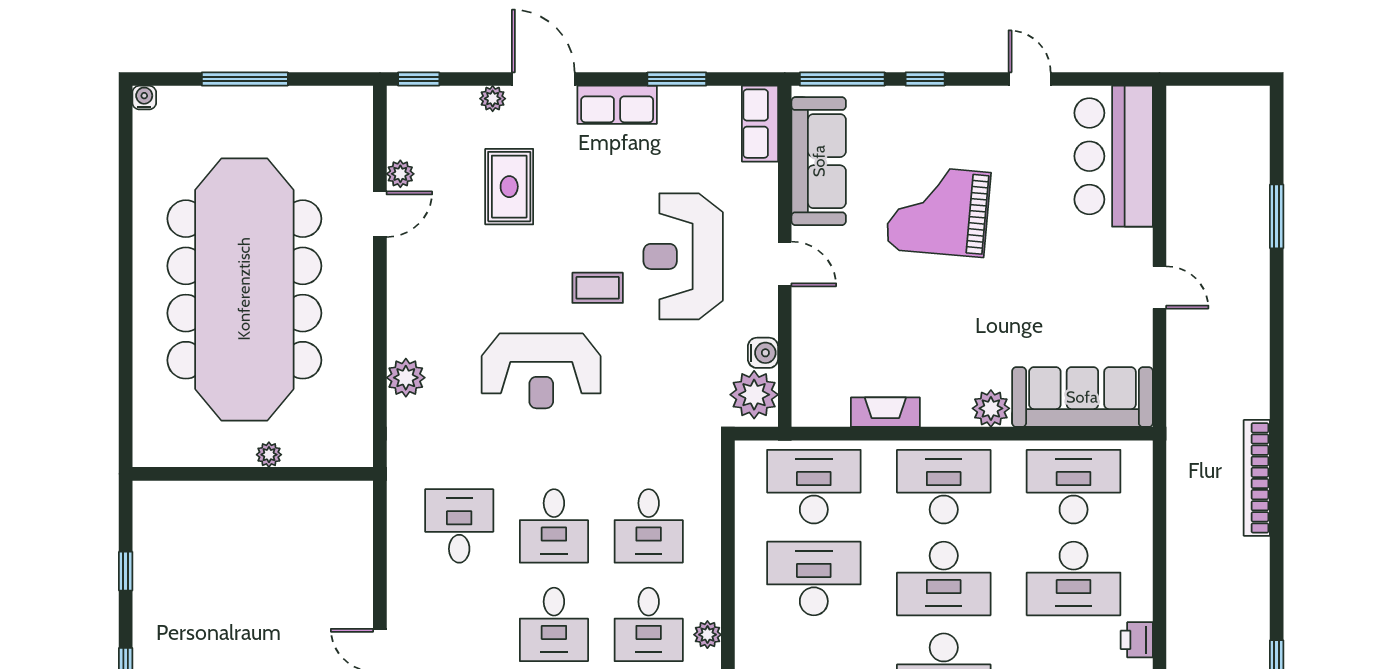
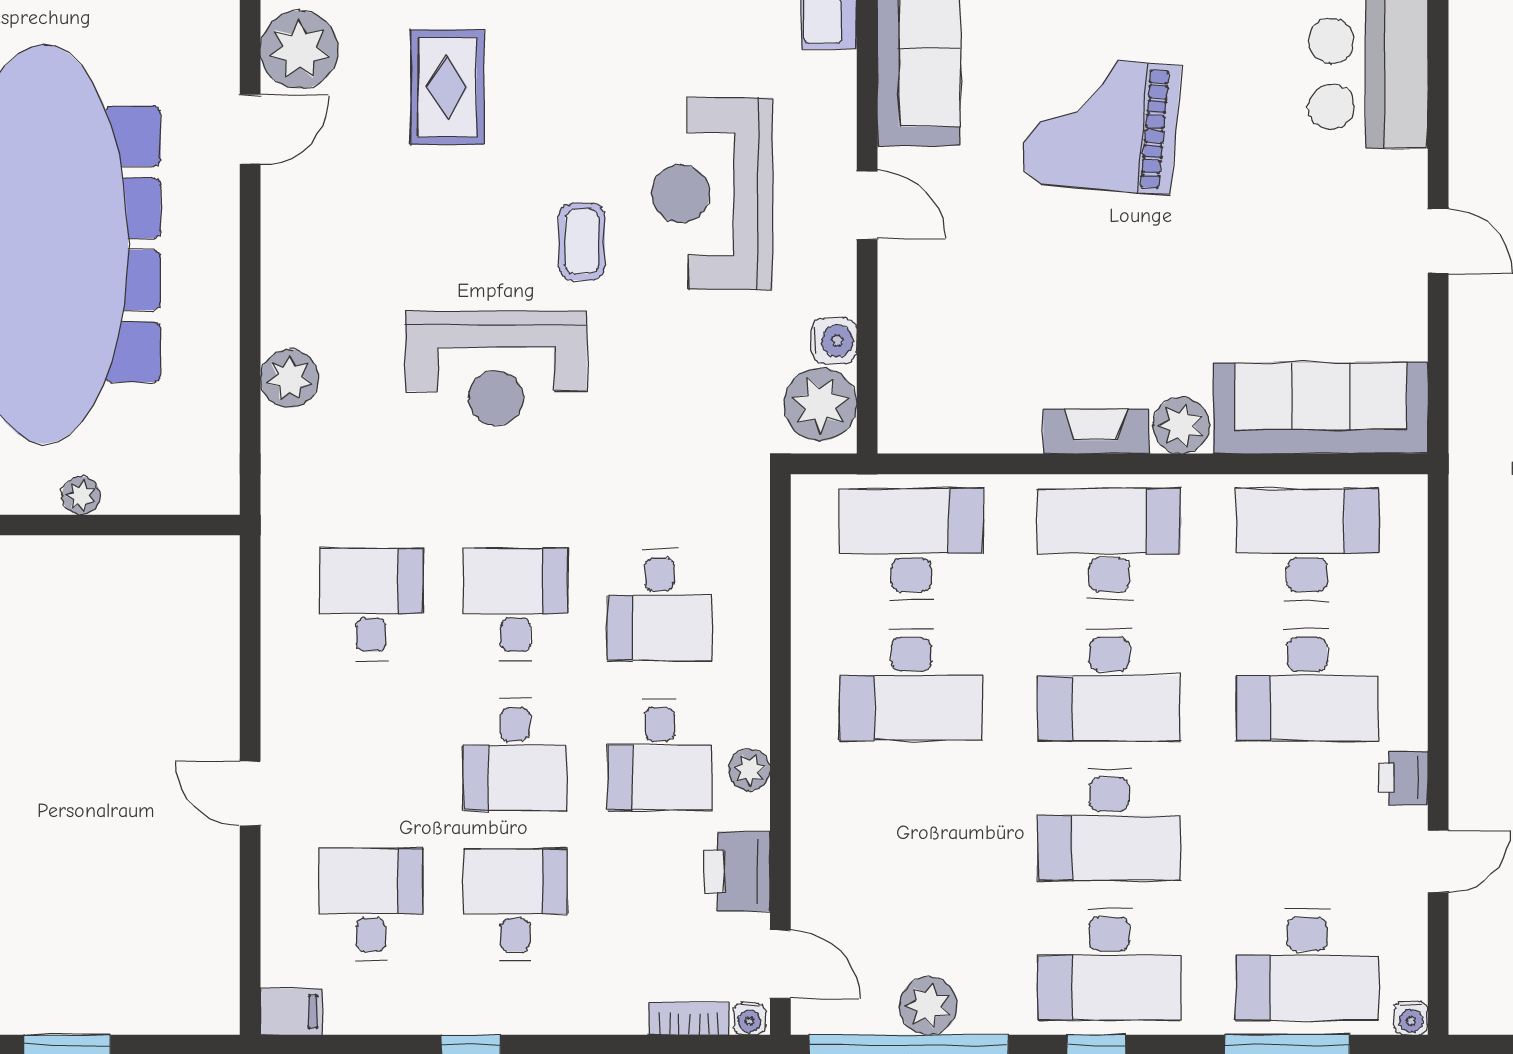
plant: (400, 174) -> (299, 50), width x1.88, depth x1.88
coffee table: (598, 288) -> (582, 242), turned 90
fireplace: (885, 412) -> (1096, 431), moved
desk: (554, 526) -> (515, 604), turned 180
desk: (814, 578) -> (911, 685), turned 180

